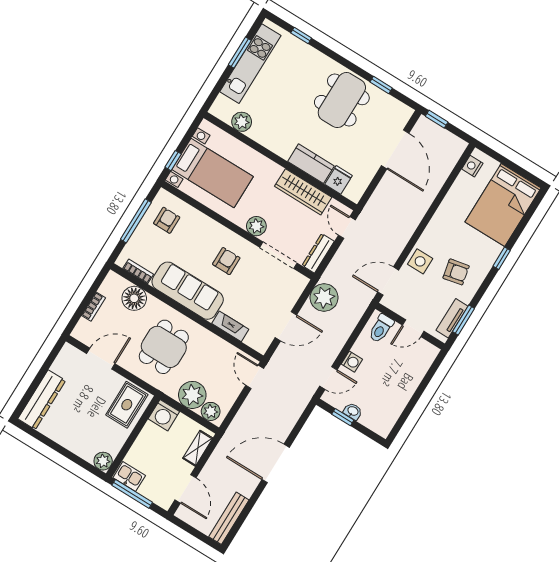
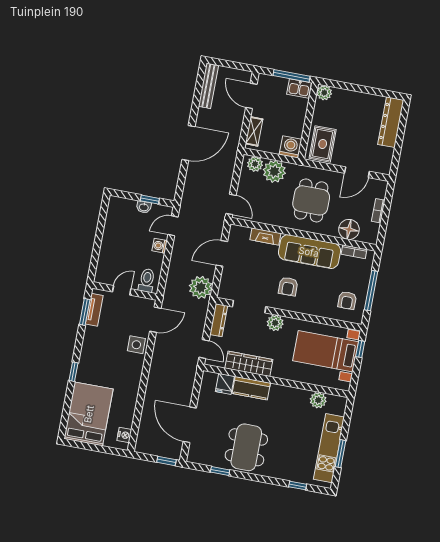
armchair: (456, 272) -> (105, 347), removed

